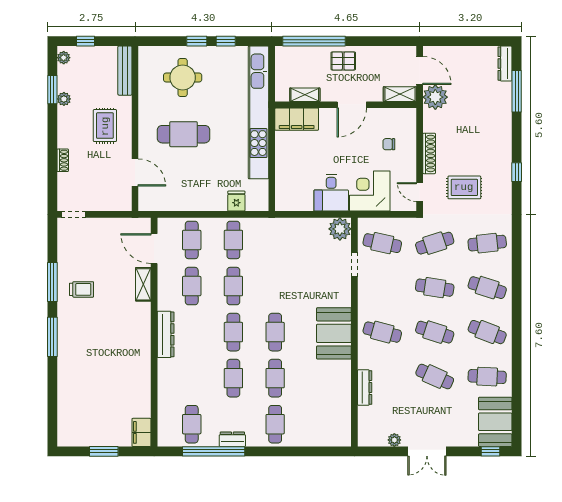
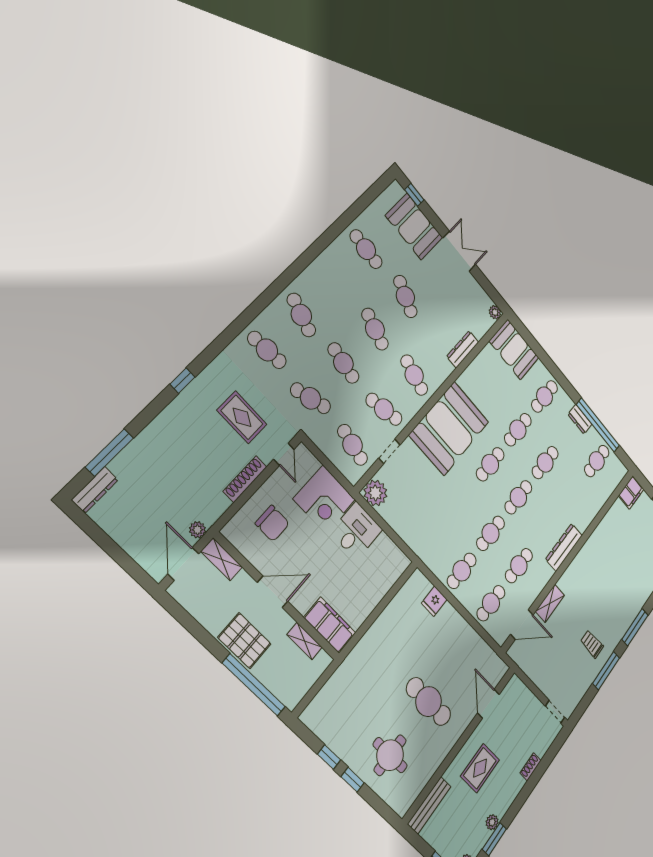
pallet: (343, 61) -> (244, 641), width x1.50, depth x1.42
plant: (435, 97) -> (197, 530), width x0.53, depth x0.53
kitchen unit: (258, 112) -> (356, 663), removed
chair: (389, 144) -> (272, 523), width x1.87, depth x1.87
door: (154, 249) -> (522, 624), hinge flipped
cafe table: (487, 332) -> (384, 409), moved, turned -33
booth: (334, 333) -> (449, 428), width x1.36, depth x1.42
booth: (495, 422) -> (414, 227), moved, turned 90
booth: (328, 431) -> (514, 349), added
plant: (394, 440) -> (495, 312), moved

